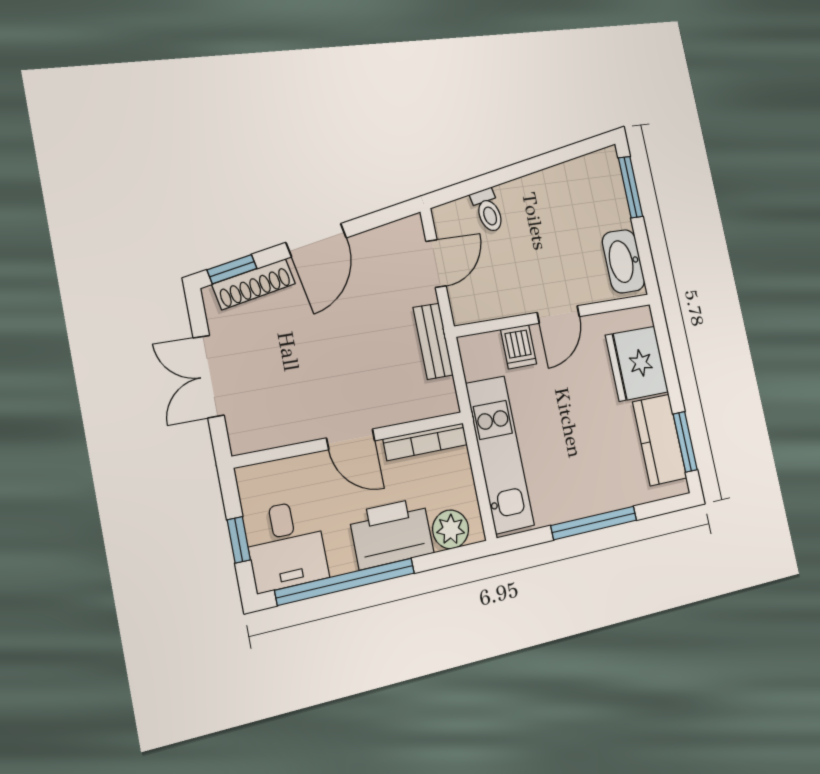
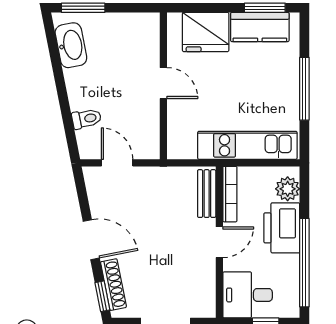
washbasin: (623, 261) -> (71, 45), moved, turned -101
bench: (433, 341) -> (207, 194), moved, turned 90
dishwasher: (519, 347) -> (180, 117), removed
desk: (286, 545) -> (248, 295), moved, turned 180

